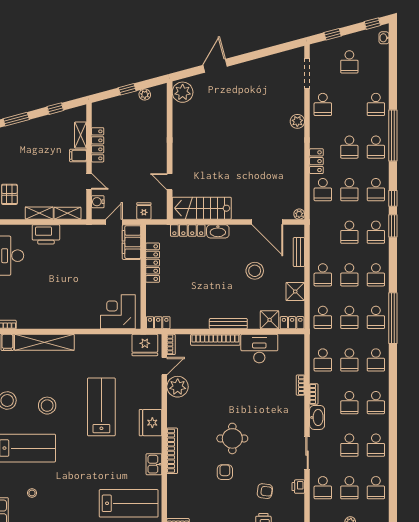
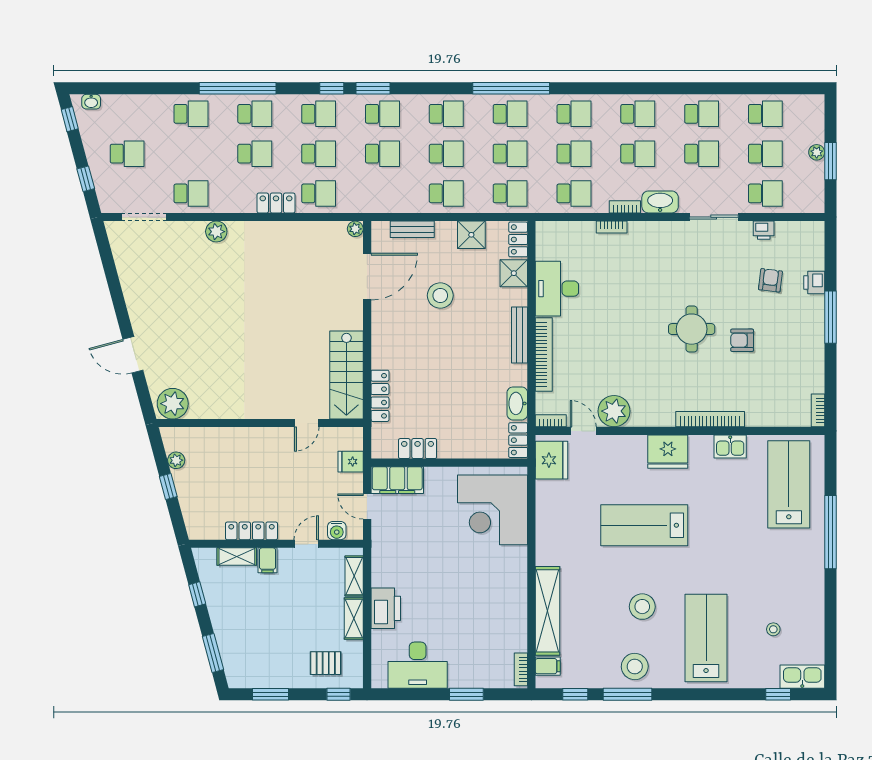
washbasin: (218, 231) -> (517, 403), moved, turned 180
locker: (153, 263) -> (418, 449), width x0.66
corner desk: (118, 312) -> (493, 510), width x1.36, depth x1.36

